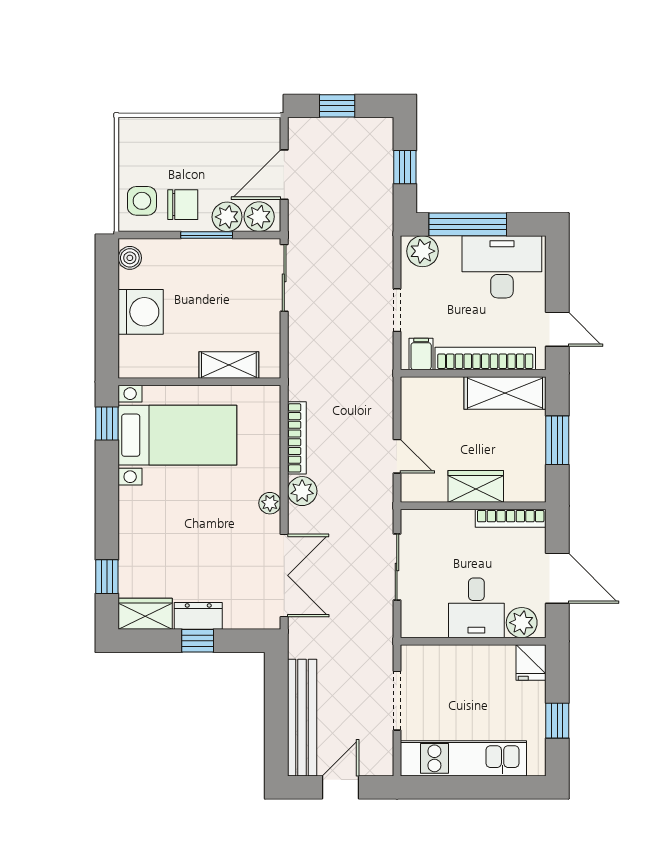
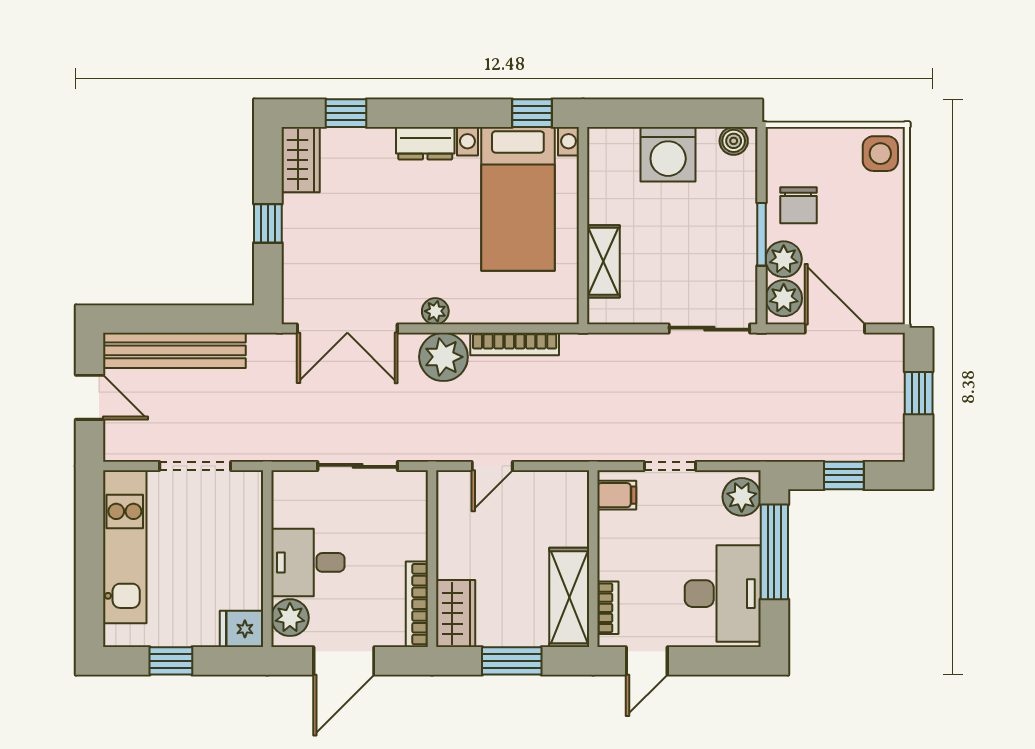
side table: (142, 201) -> (880, 154), moved
bookcase: (485, 359) -> (608, 608), width x0.43, depth x0.76
wardrobe: (476, 486) -> (456, 613), moved
plant: (302, 491) -> (443, 357), width x1.36, depth x1.36
dresser: (198, 616) -> (425, 143), moved, turned 90

